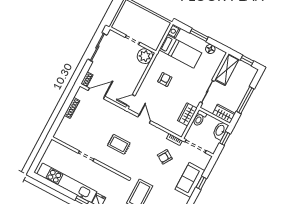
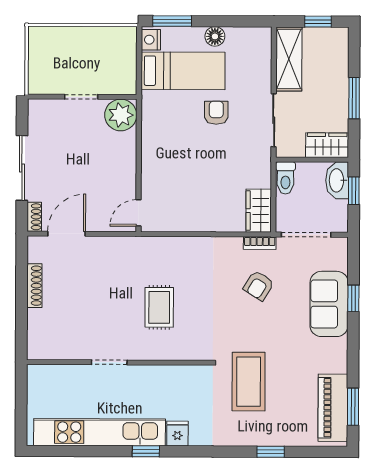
window: (199, 35) -> (172, 21), moved
sliding door: (97, 47) -> (22, 168), moved
floor lamp: (210, 49) -> (215, 36), moved
armchair: (165, 79) -> (216, 113), moved
window: (245, 100) -> (354, 98), width x0.69
wardrobe: (187, 114) -> (259, 211), moved
door: (144, 119) -> (182, 234), removed
rug: (119, 144) -> (159, 307), turned 90

